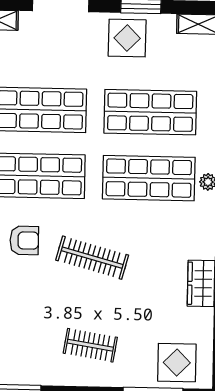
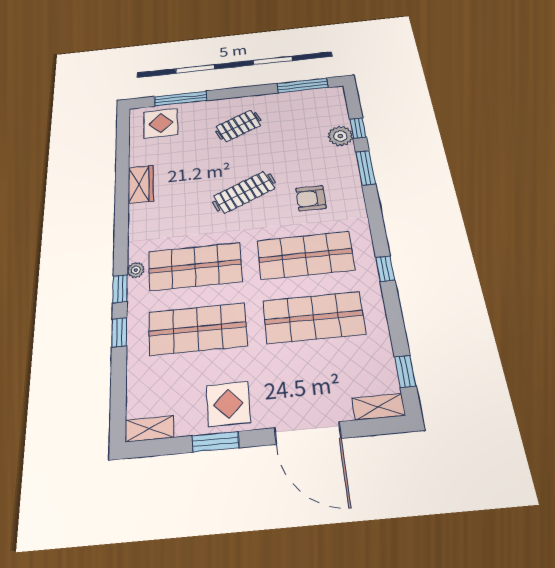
clothes rail: (92, 258) -> (244, 192), turned -39
clothes rail: (90, 345) -> (238, 126), turned -33

